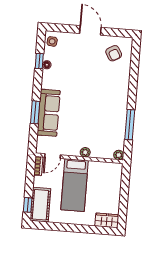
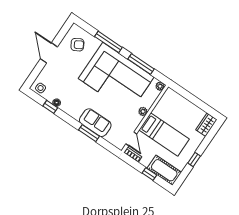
door: (90, 30) -> (49, 53), hinge flipped
window: (133, 82) -> (108, 42), added
corner sofa: (103, 108) -> (116, 78), added
sofa: (49, 113) -> (95, 123), width x0.73
window: (28, 205) -> (149, 174), moved
window: (67, 227) -> (194, 159), added

